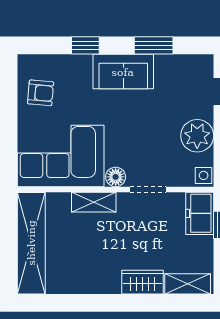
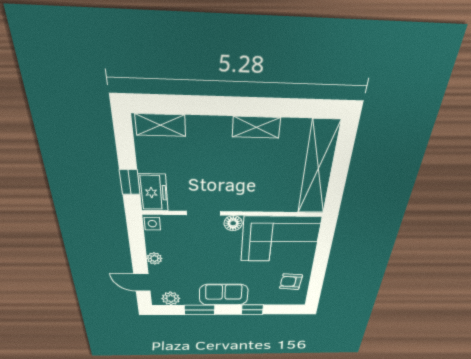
plant: (189, 65) -> (171, 298), added
plant: (197, 136) -> (154, 258), width x0.53, depth x0.53
shelving: (94, 202) -> (256, 127), moved
wardrobe: (142, 282) -> (209, 128), removed

